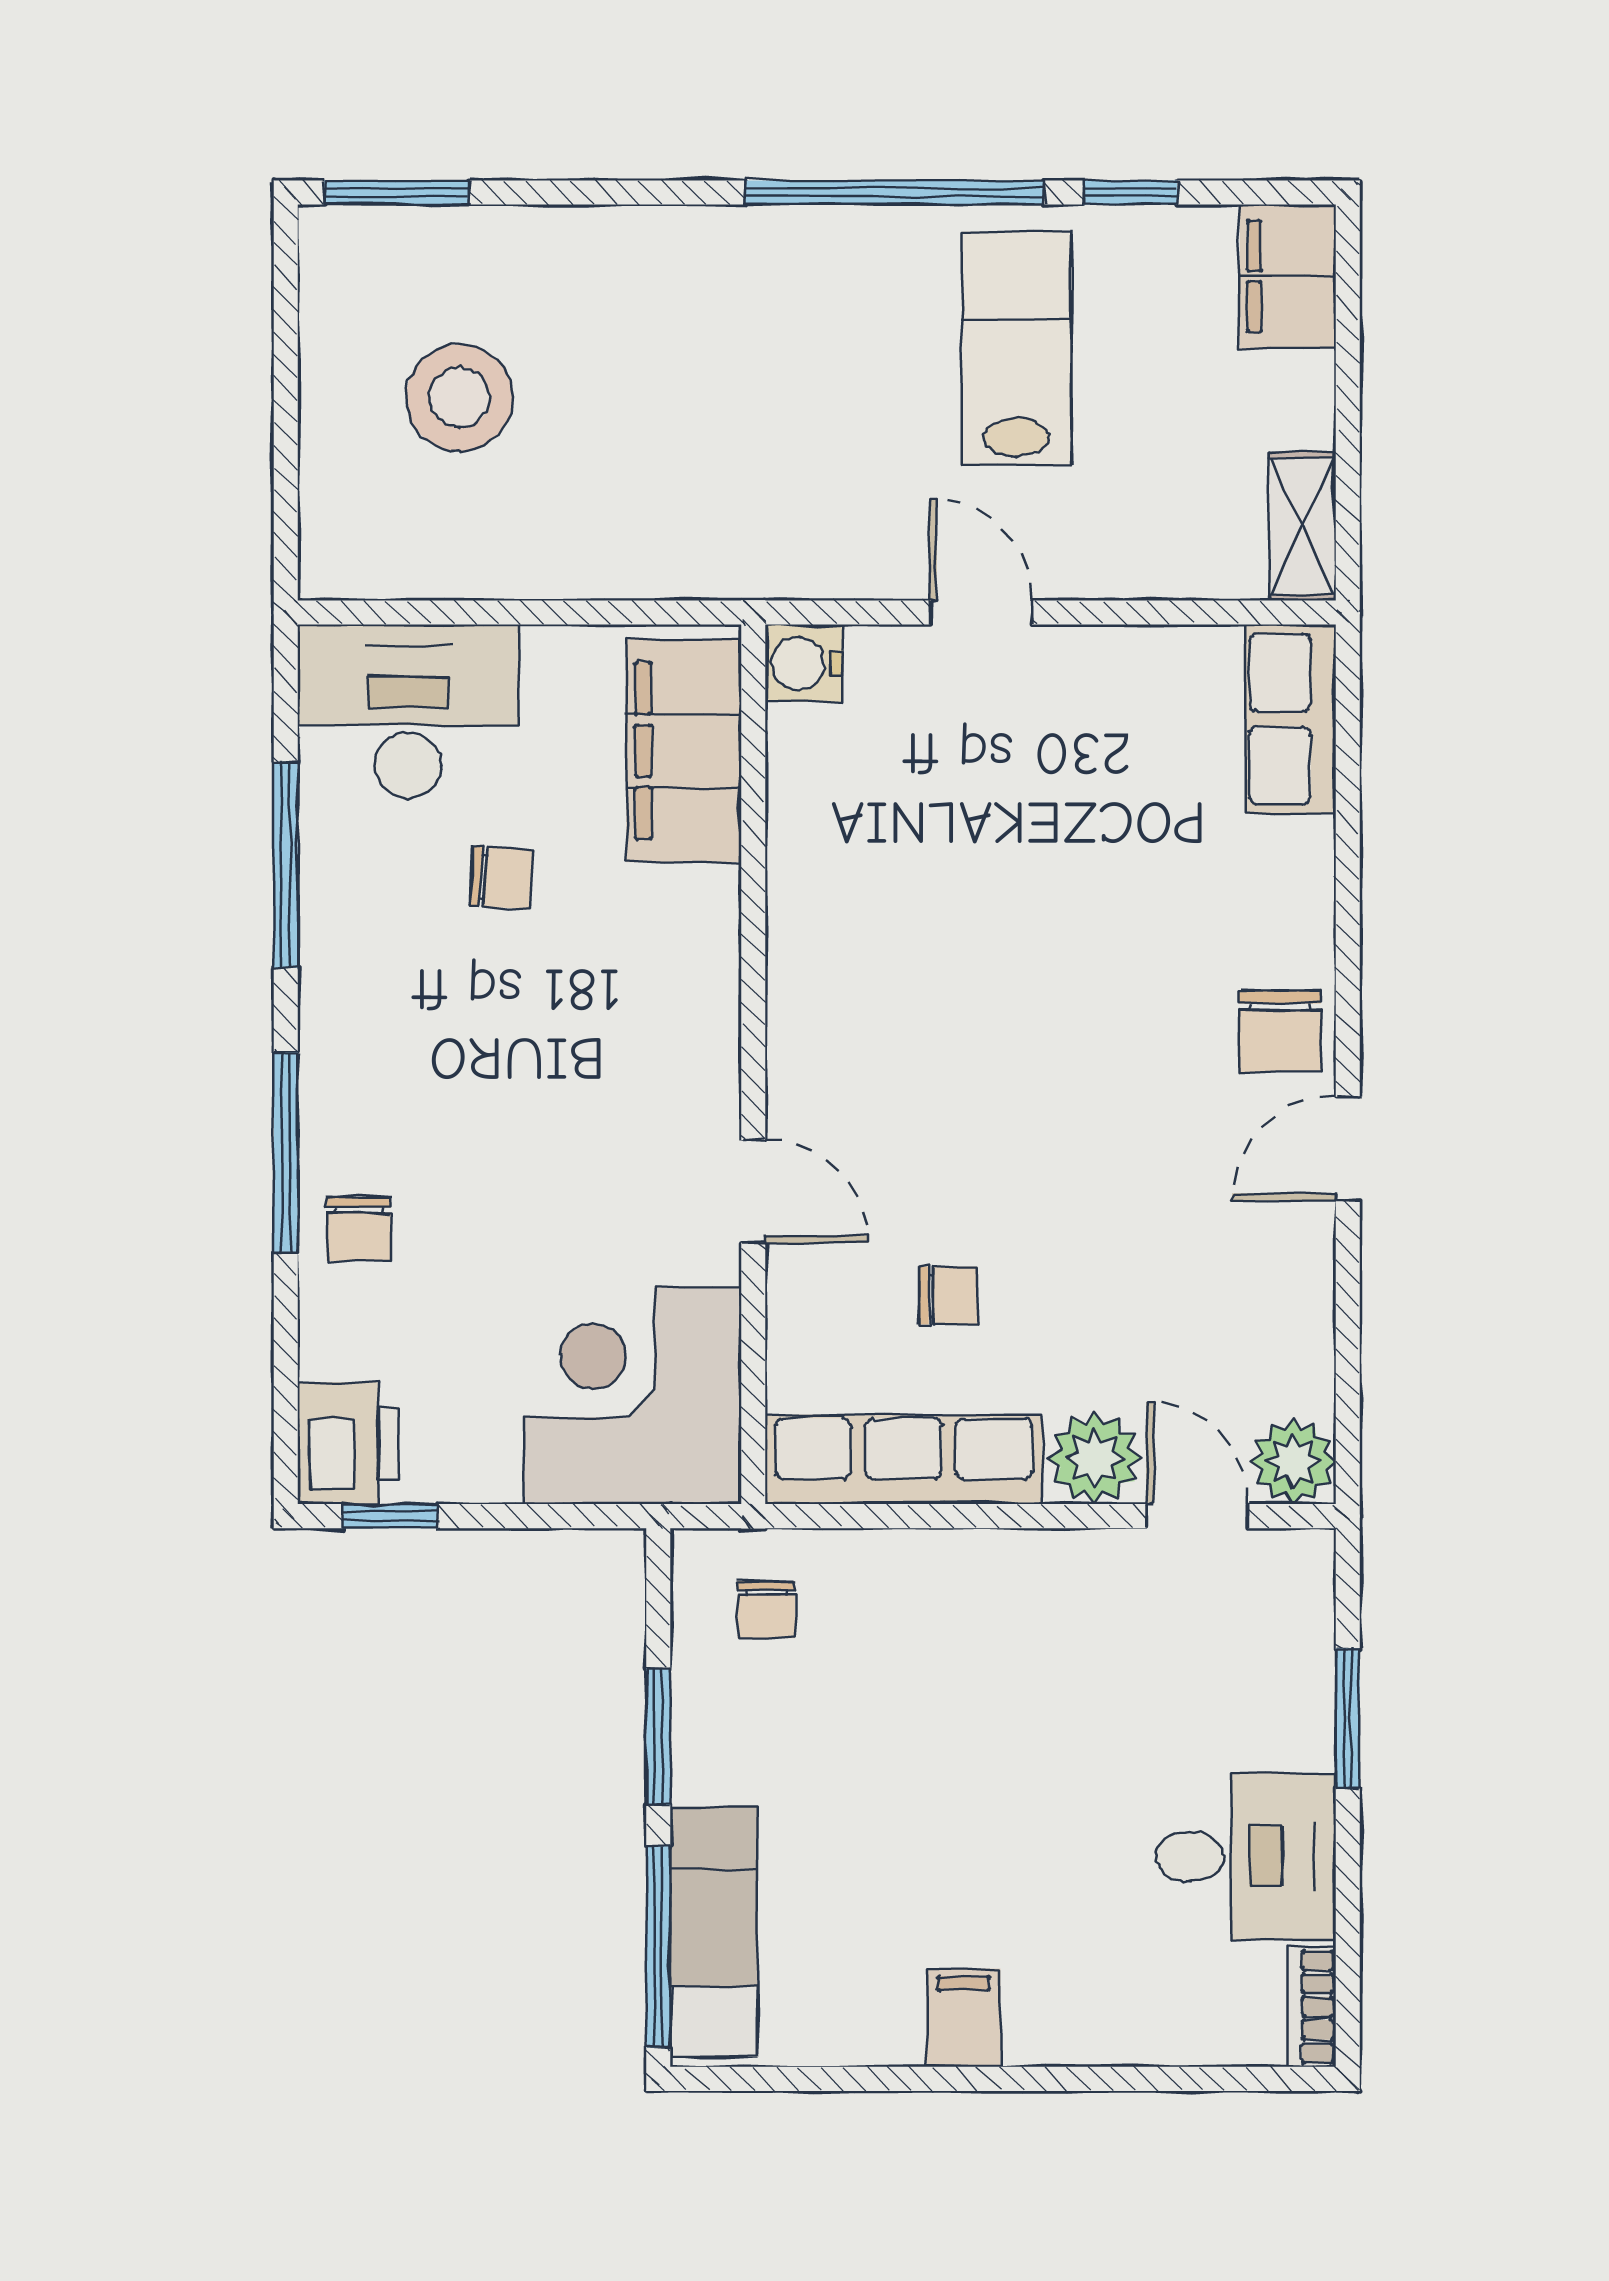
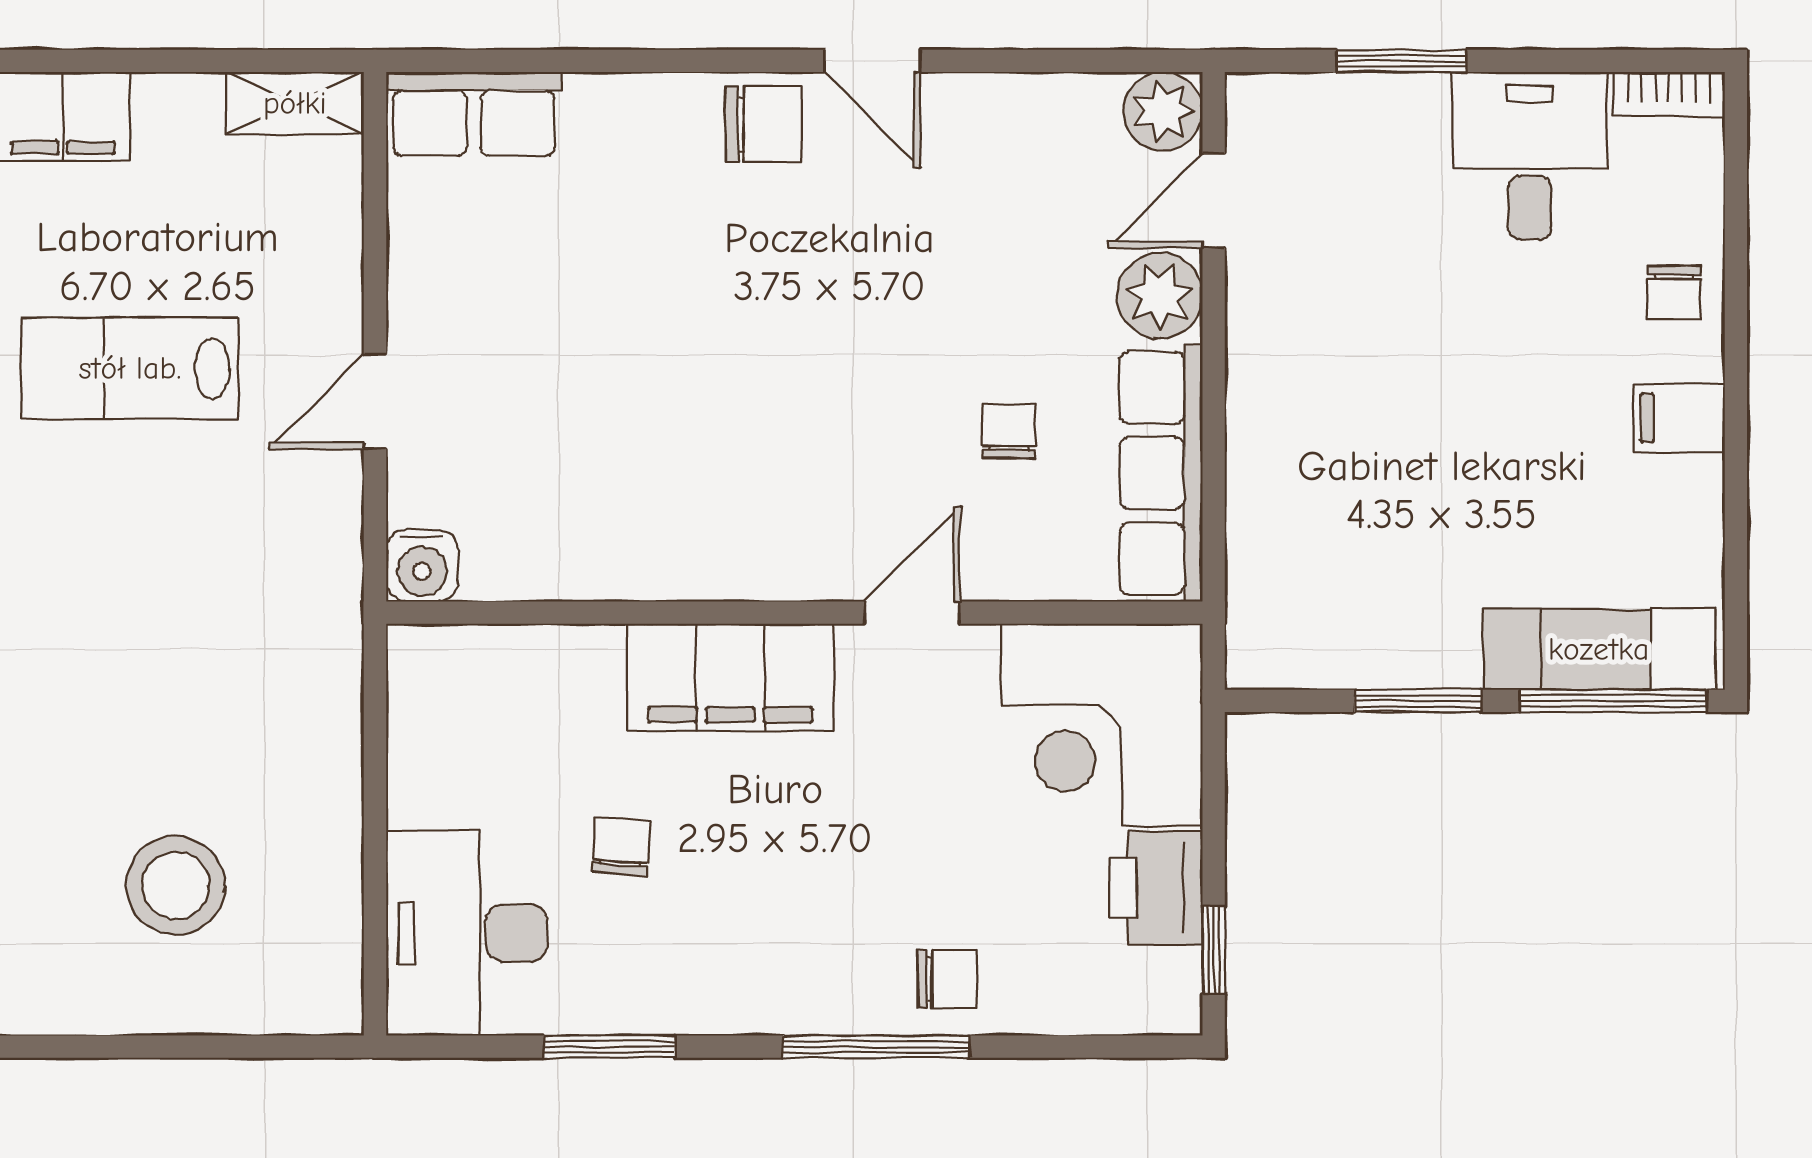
filing cabinet: (684, 751) -> (730, 677), moved
window: (286, 865) -> (610, 1047), width x0.69
printer: (348, 1443) -> (1156, 888), moved, turned -90
chair: (766, 1610) -> (1674, 292), moved, turned 90

